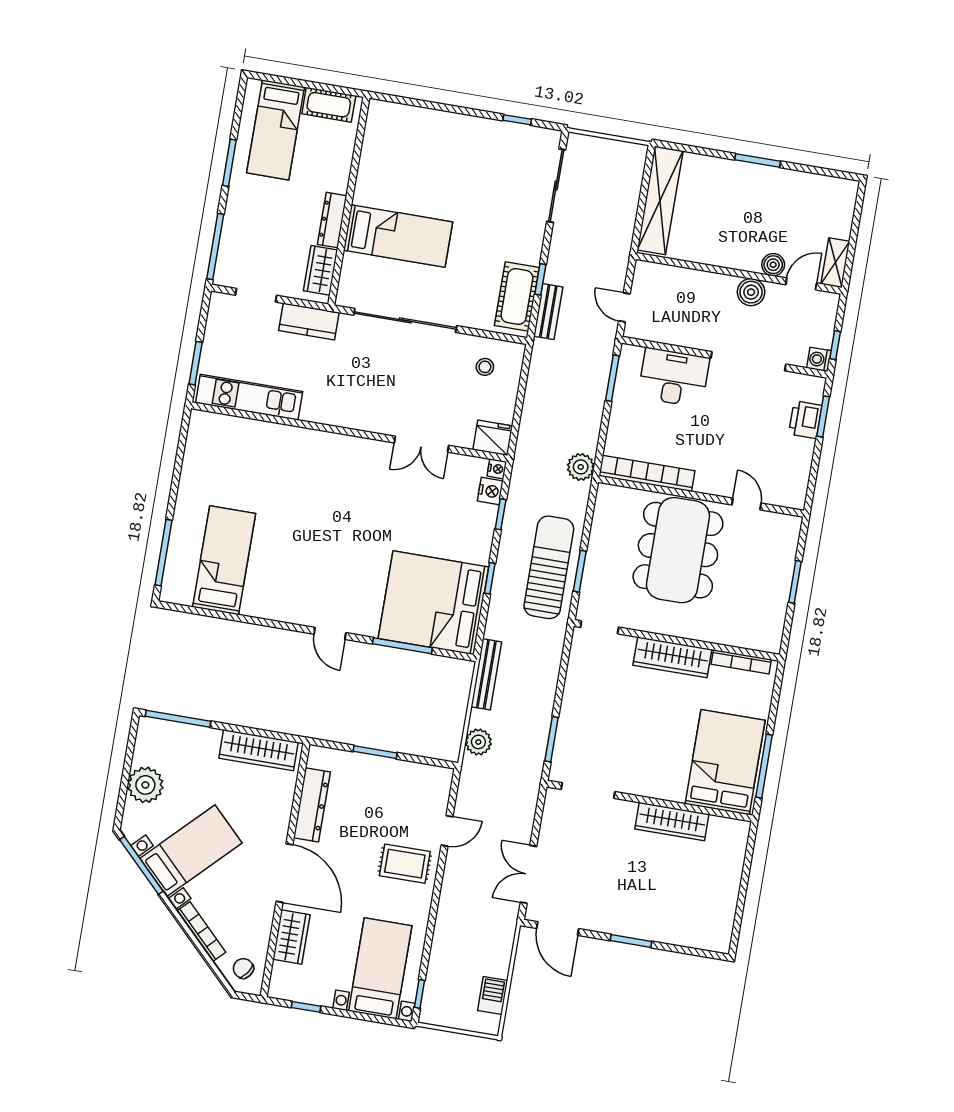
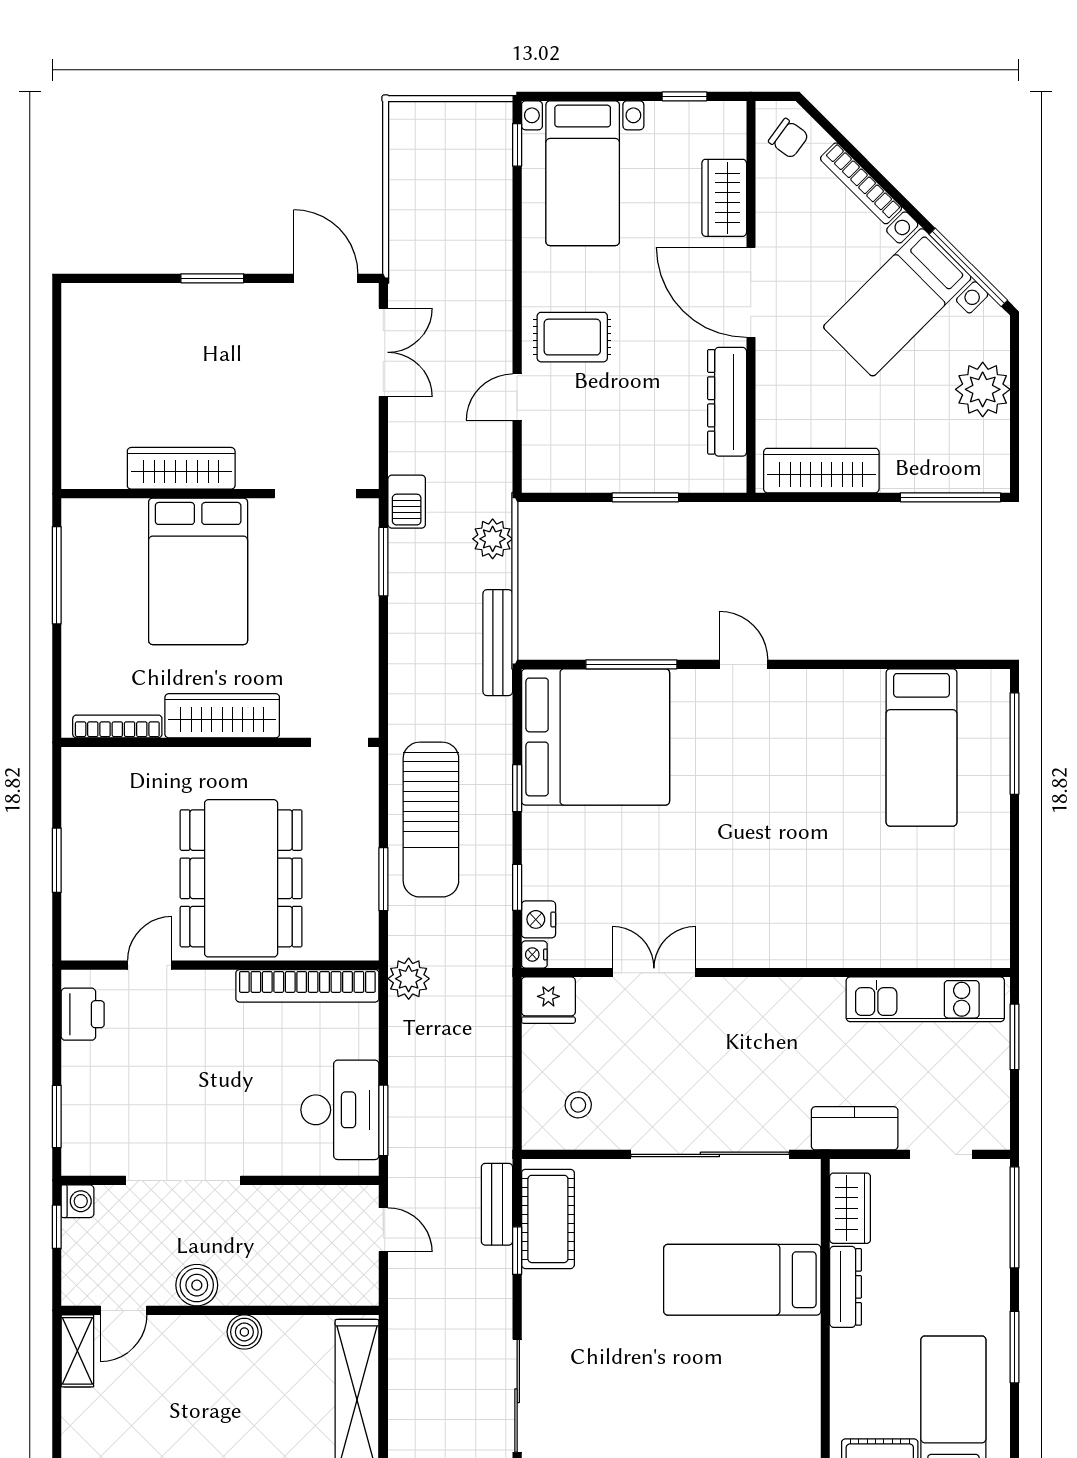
boiler: (773, 265) -> (244, 1332), moved
desk: (674, 378) -> (340, 1110), moved, turned -90
printer: (805, 420) -> (83, 1014), moved
door: (746, 504) -> (150, 965), swing flipped
window: (580, 571) -> (383, 879), moved
bed: (725, 762) -> (198, 571), moved
barbecue: (493, 996) -> (407, 502), moved

